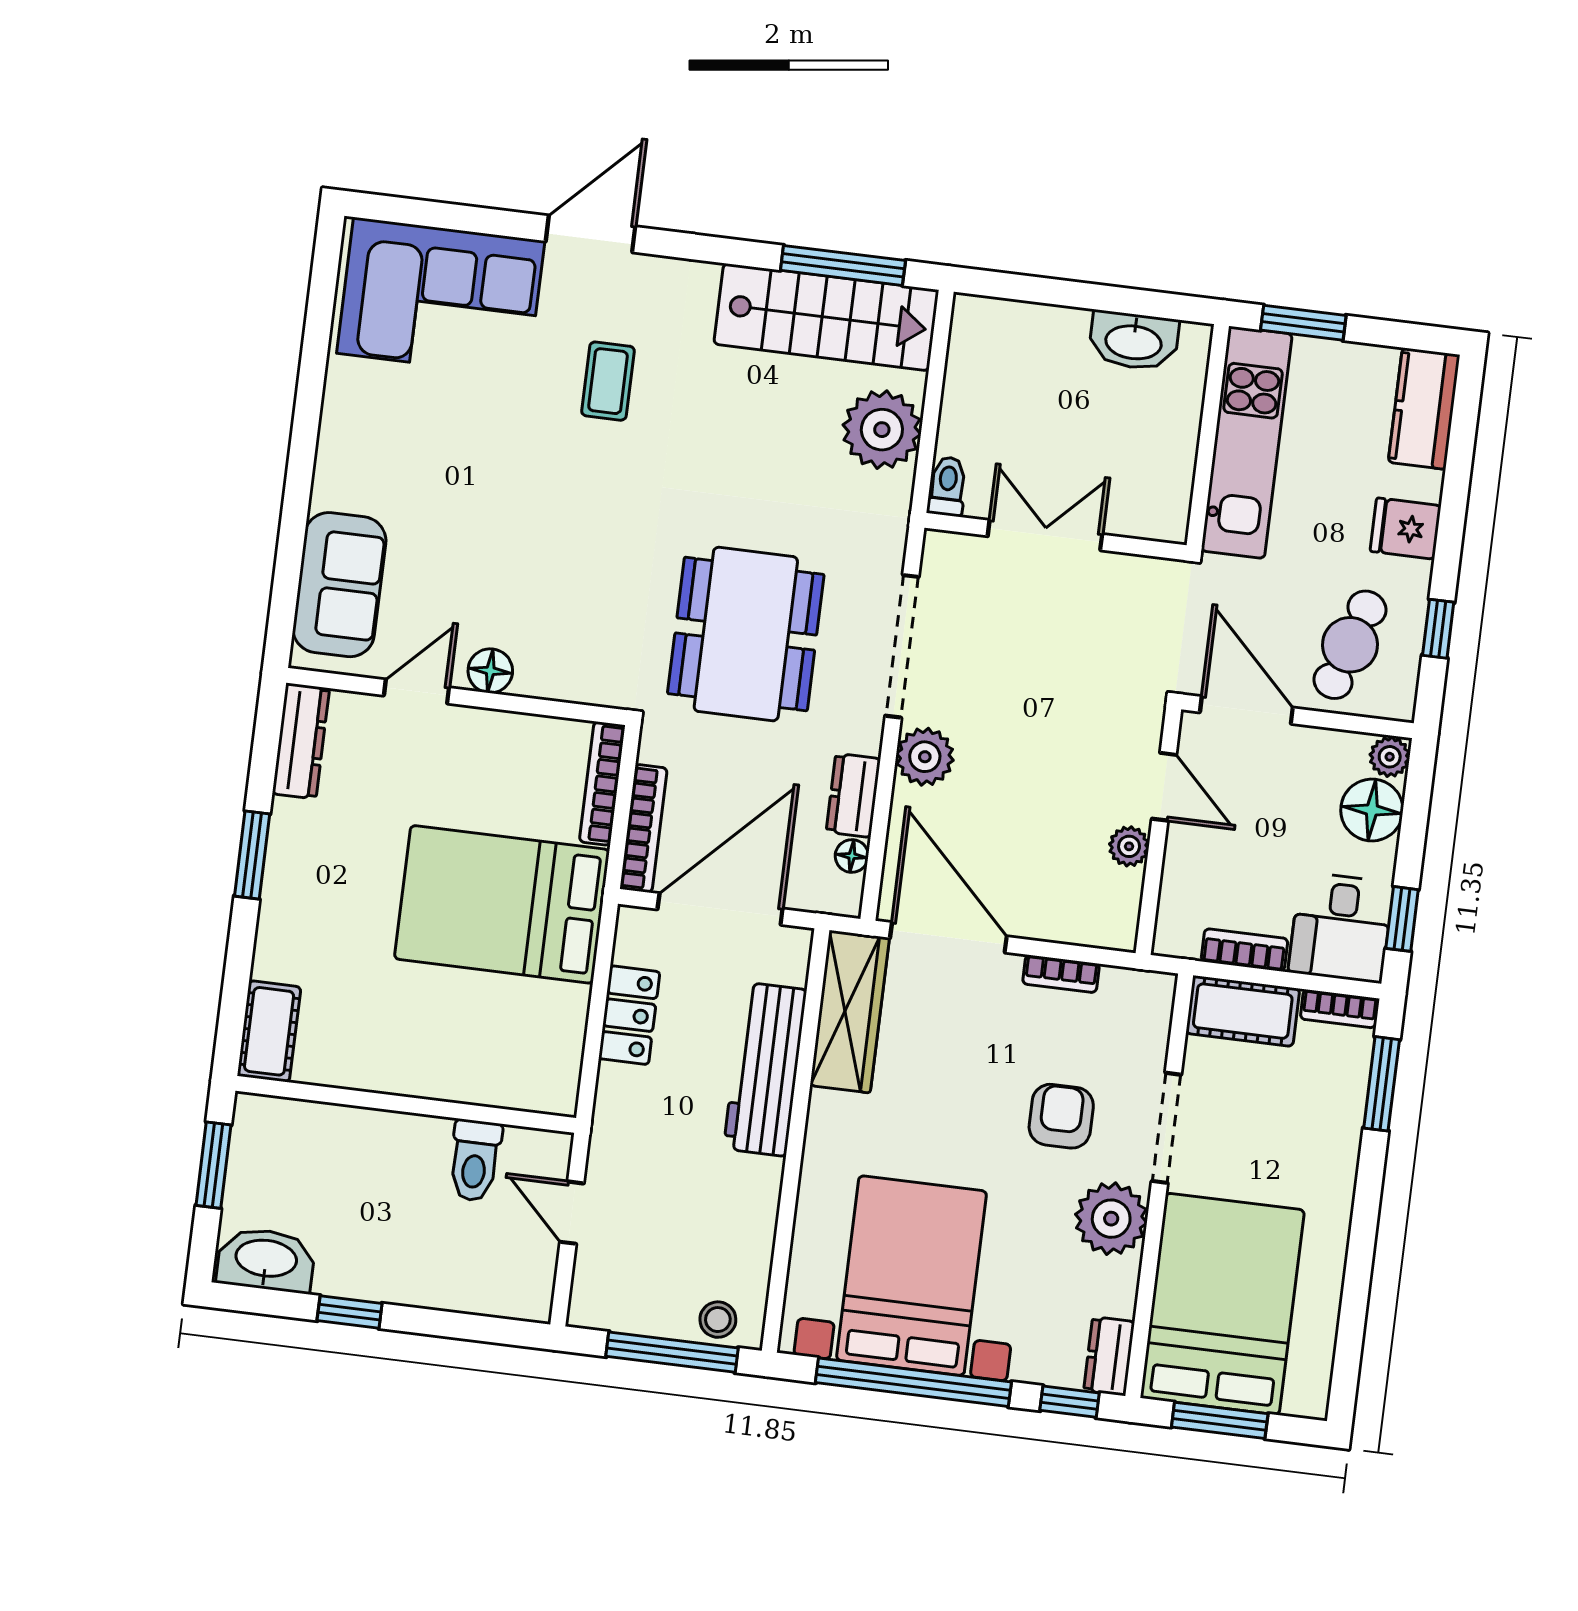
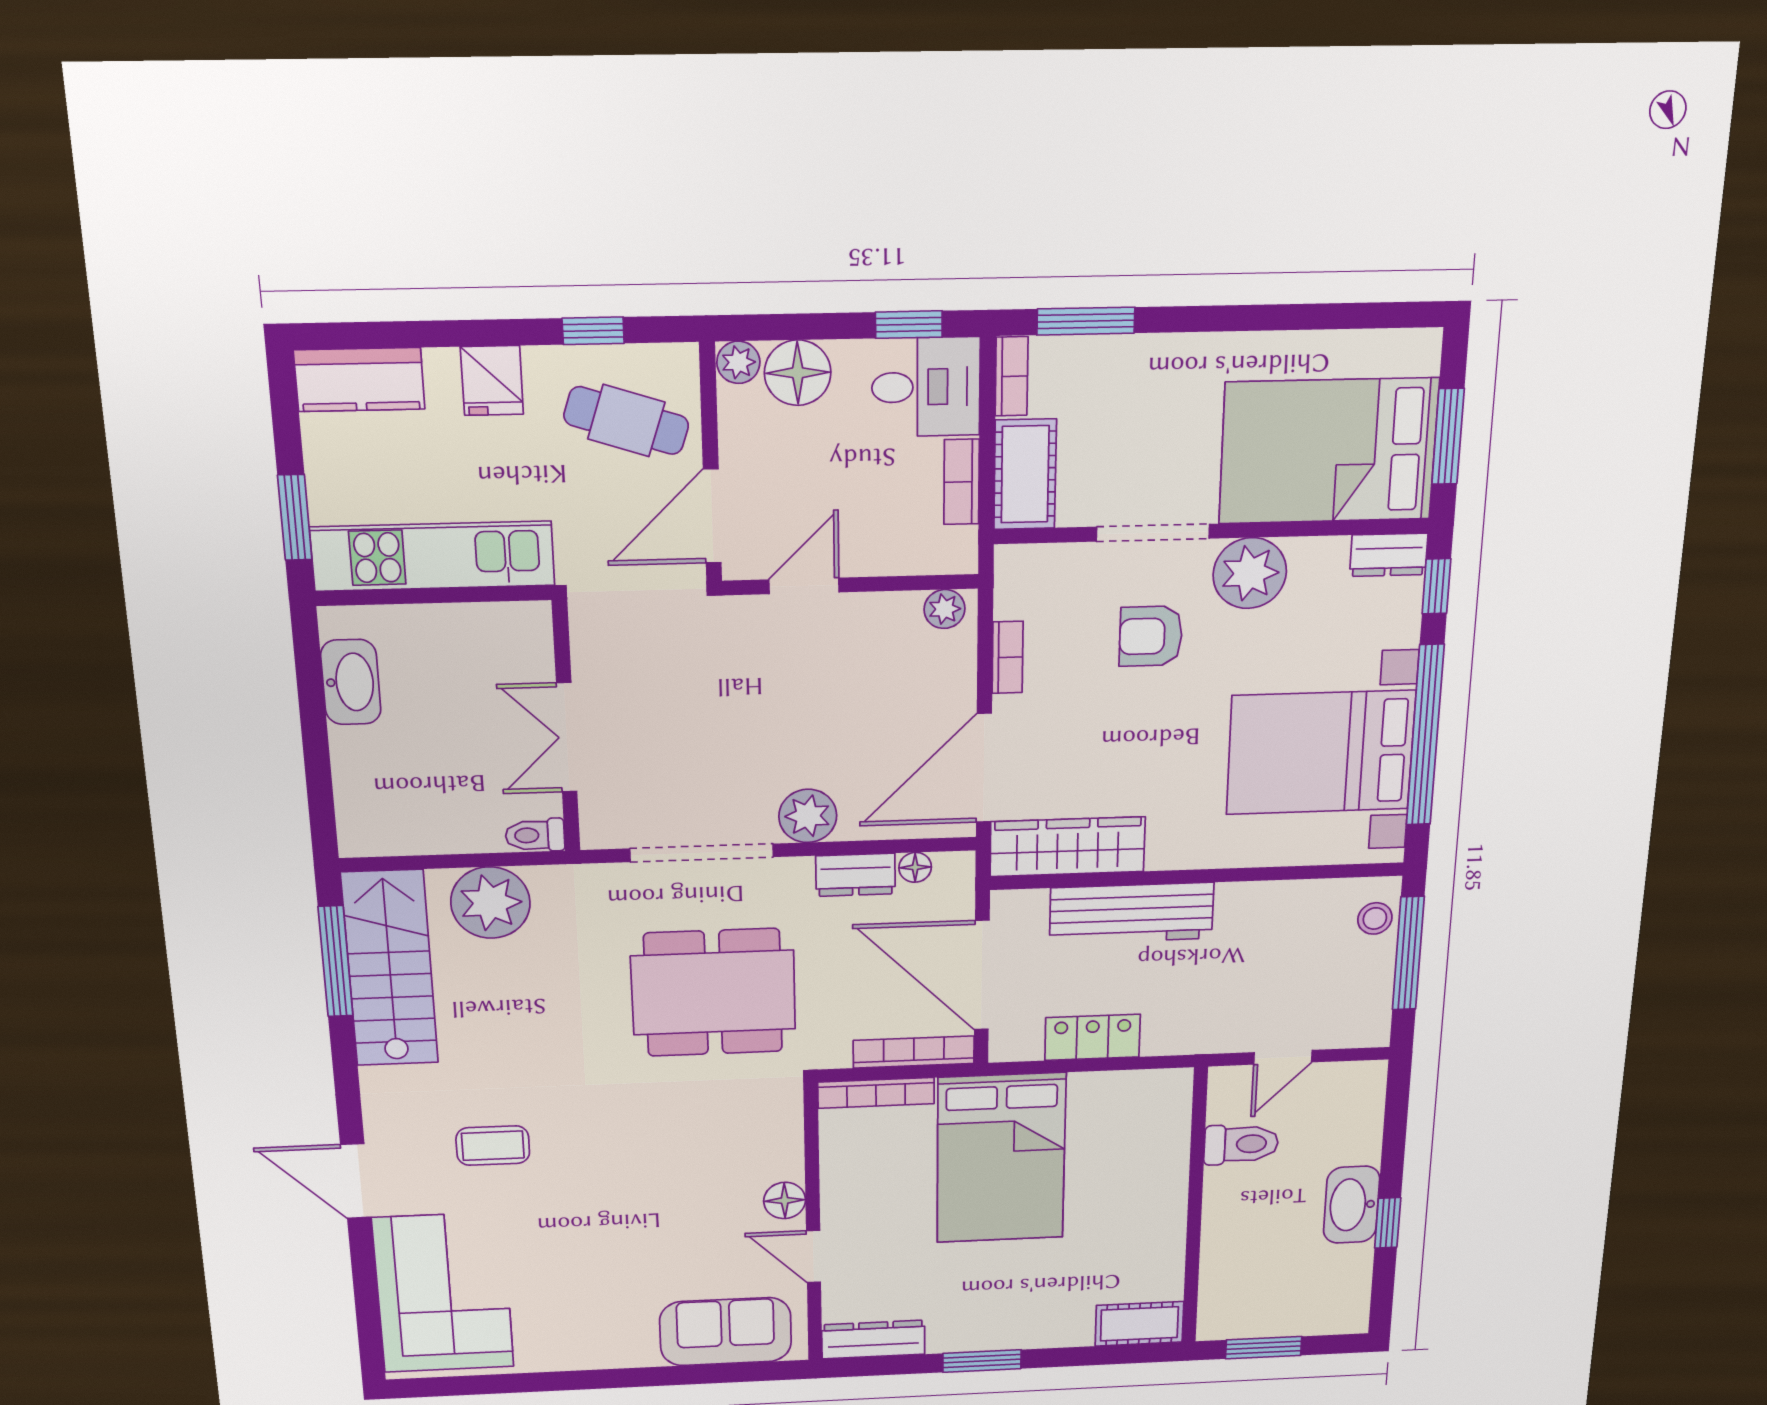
plant: (1129, 846) -> (945, 609), moved
washbasin: (266, 1260) -> (1352, 1205), moved

